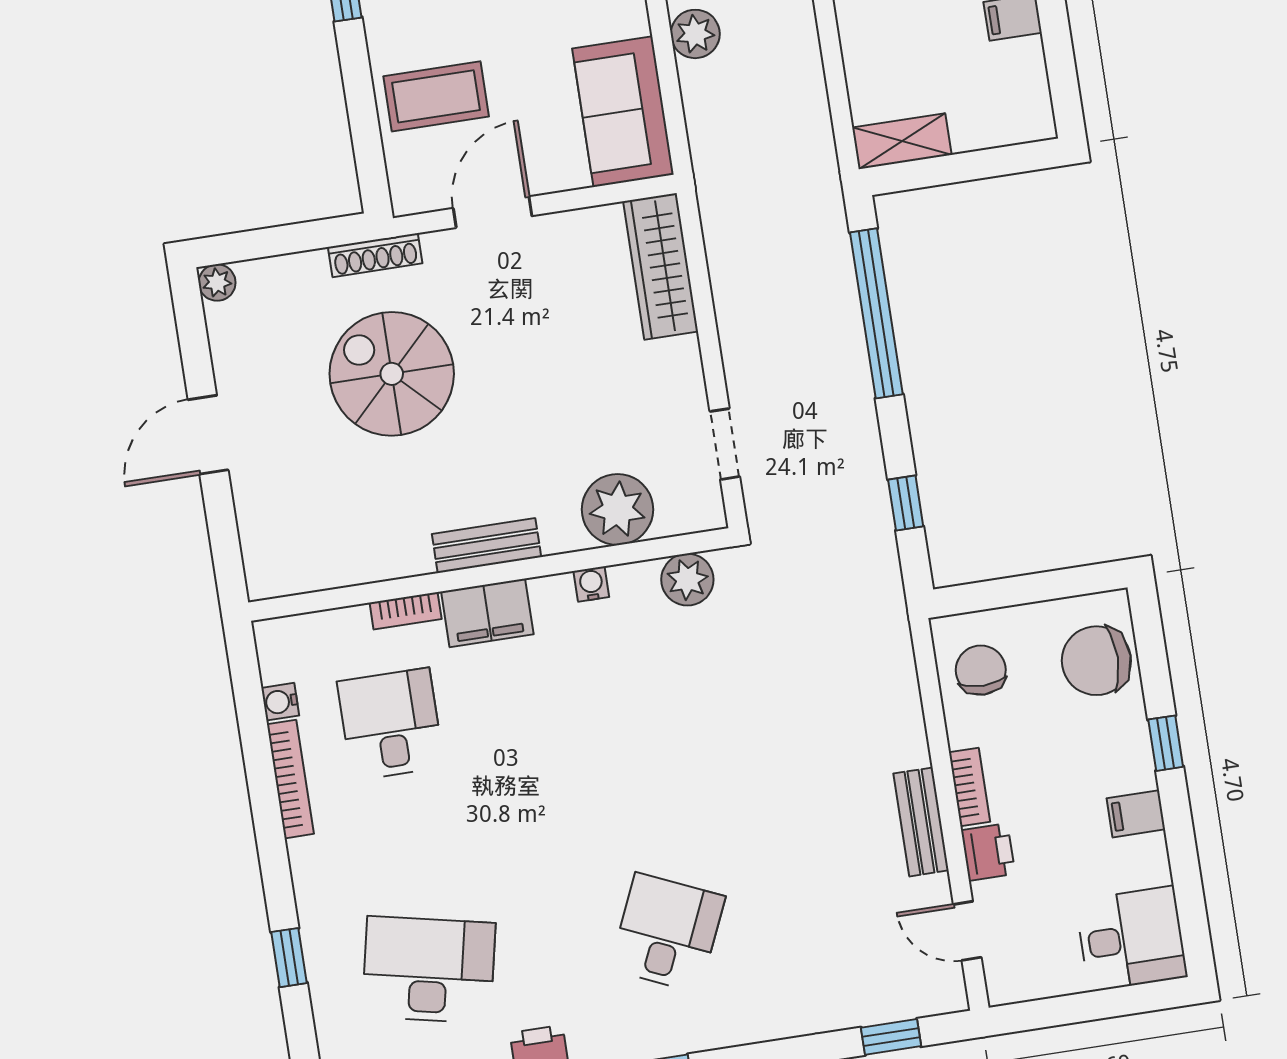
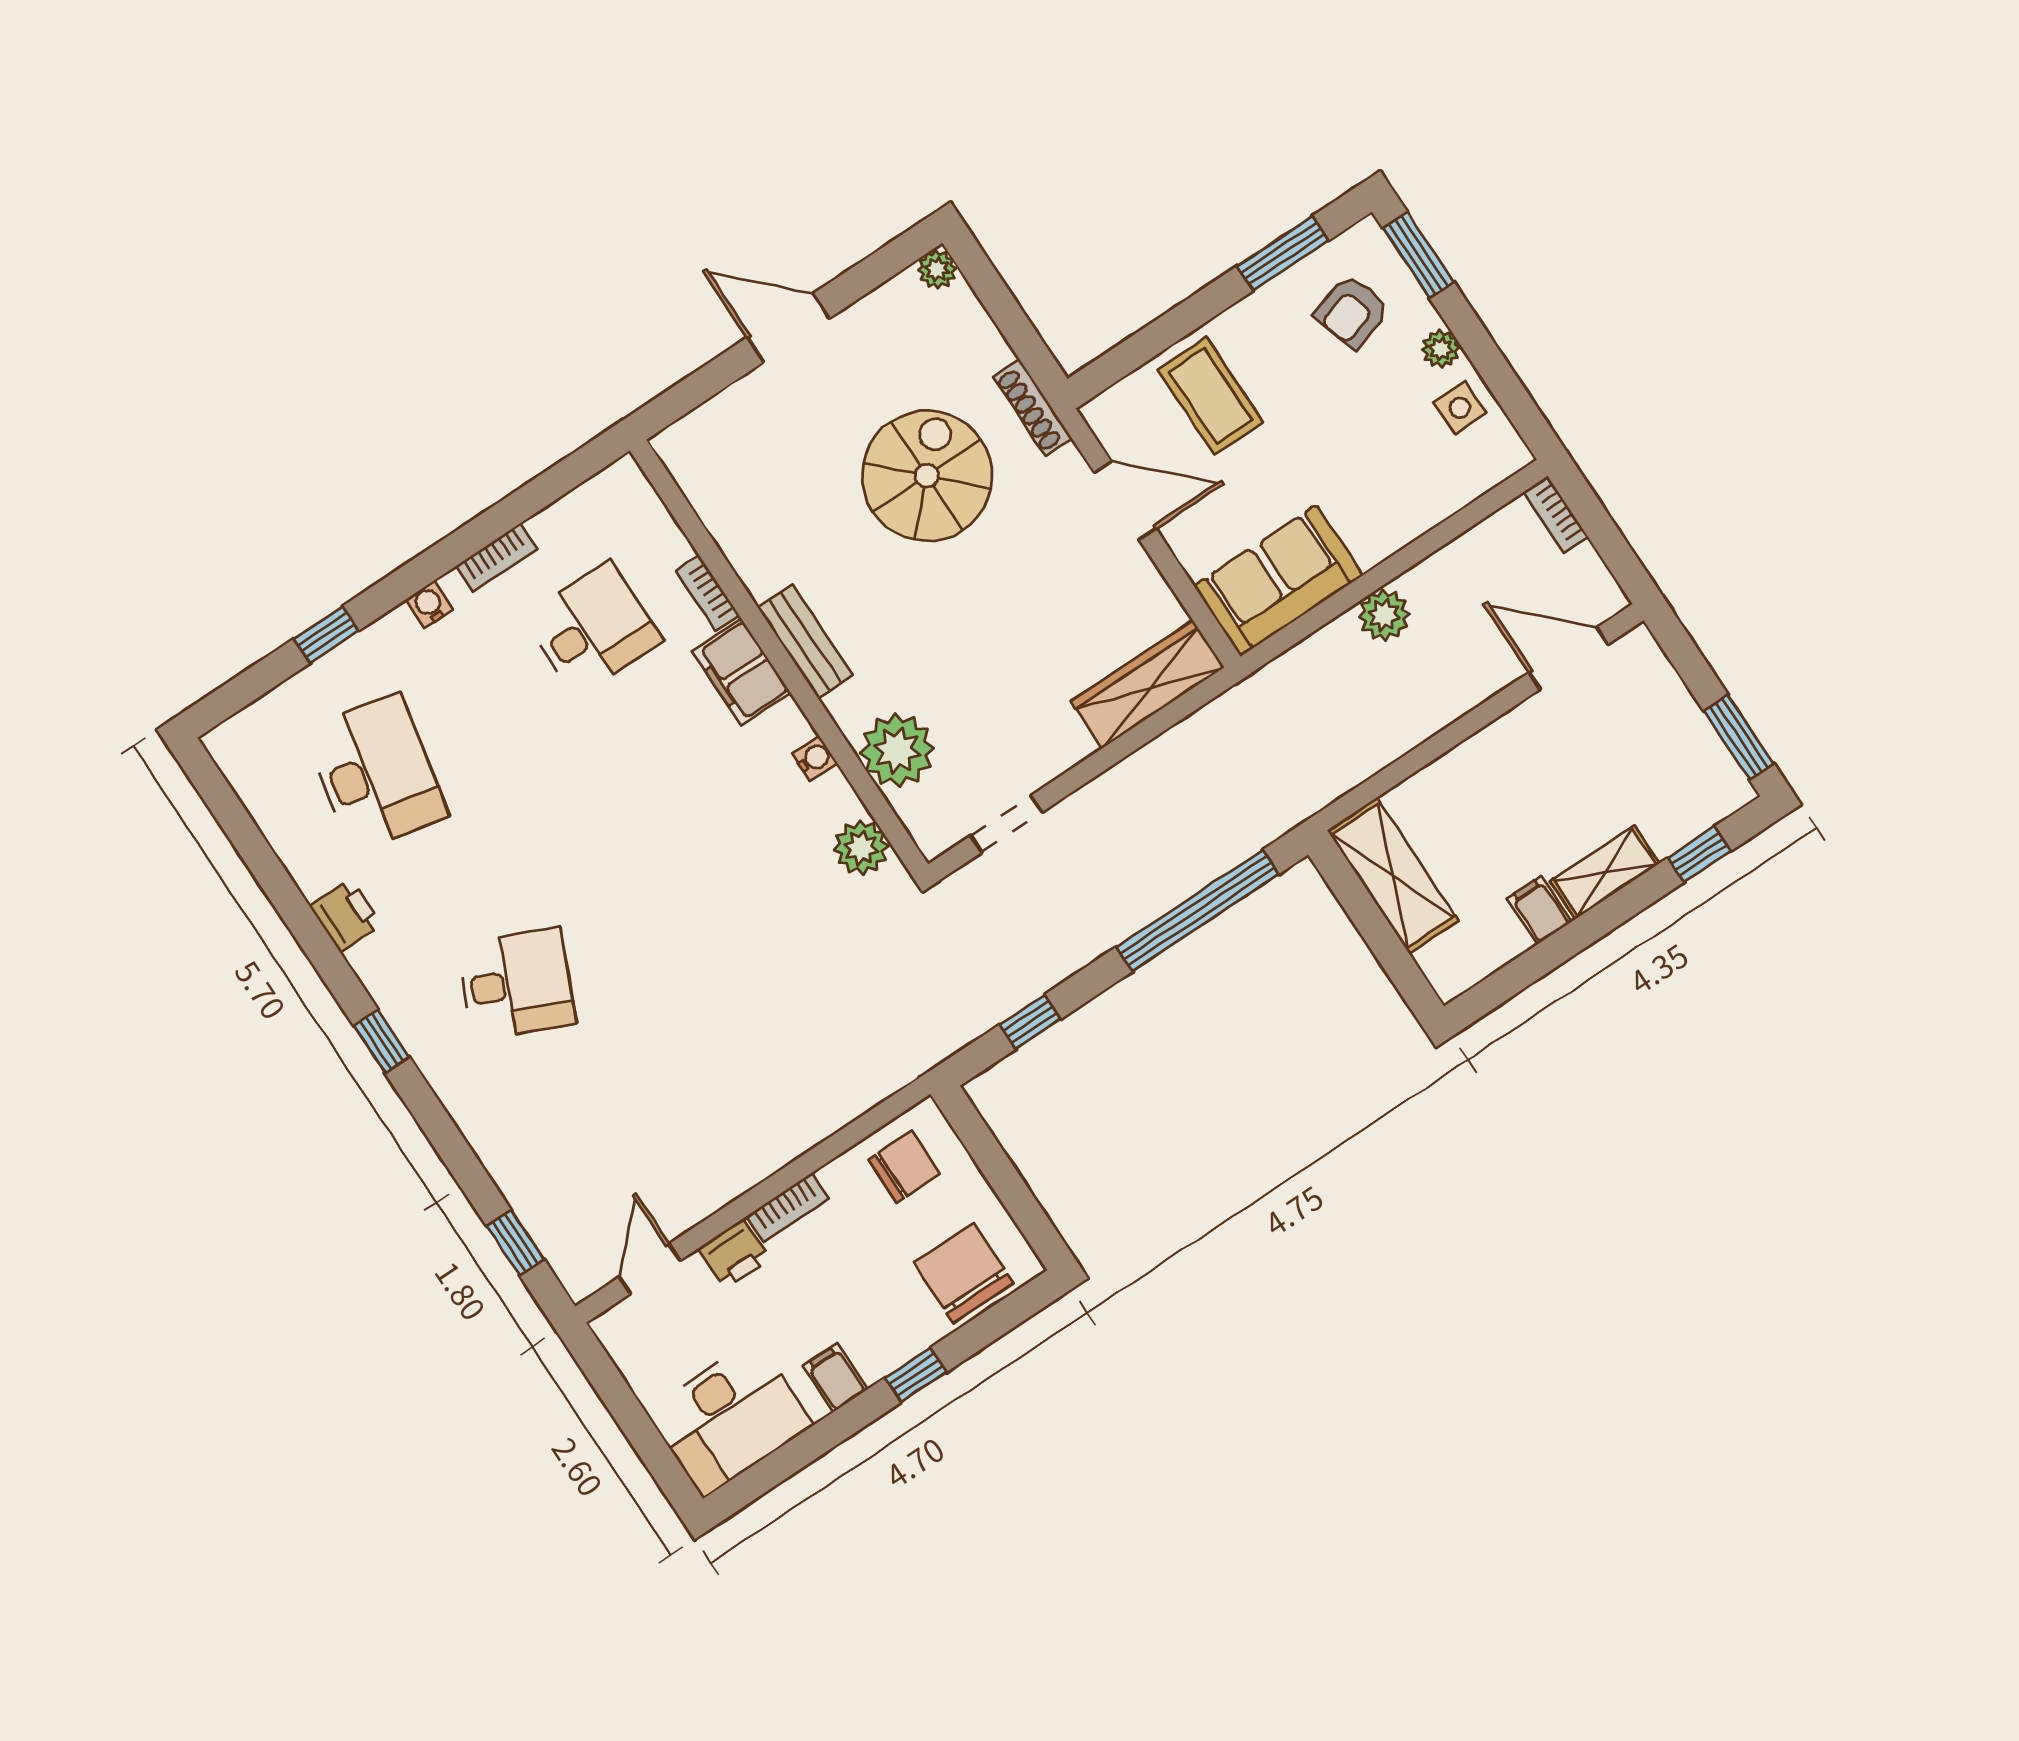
shelving: (902, 141) -> (1393, 876), width x1.50, depth x1.33
water cooler: (280, 702) -> (429, 604), moved
bookcase: (290, 779) -> (497, 558), width x0.64
bench: (921, 822) -> (733, 1177), removed
desk: (1131, 939) -> (730, 1418), width x1.37

